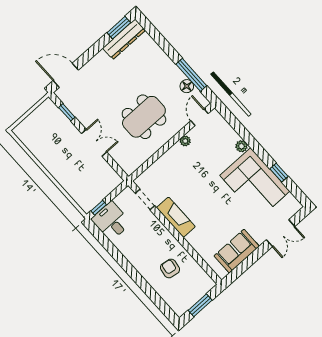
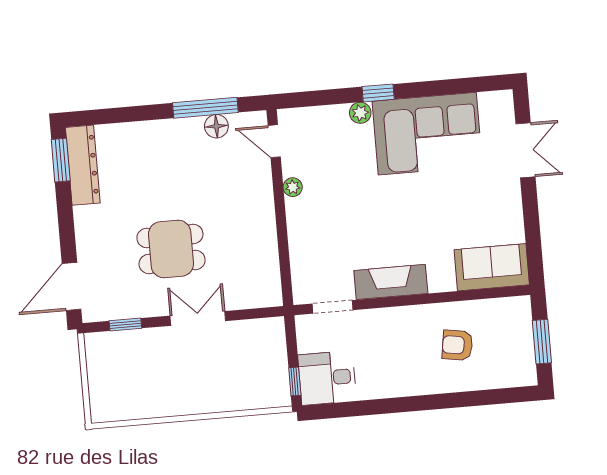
dining table: (144, 117) -> (171, 249), moved, width x0.73
window: (279, 173) -> (378, 93), moved
sofa: (237, 251) -> (492, 267), moved, turned 90

